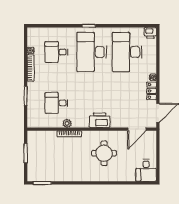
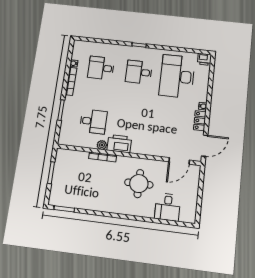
desk: (92, 52) -> (139, 72), width x0.53, depth x0.77
desk: (56, 103) -> (93, 121), turned 180
printer: (100, 120) -> (119, 144), moved
desk: (146, 170) -> (168, 207), moved

